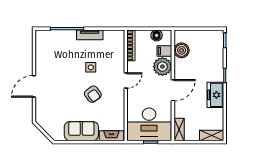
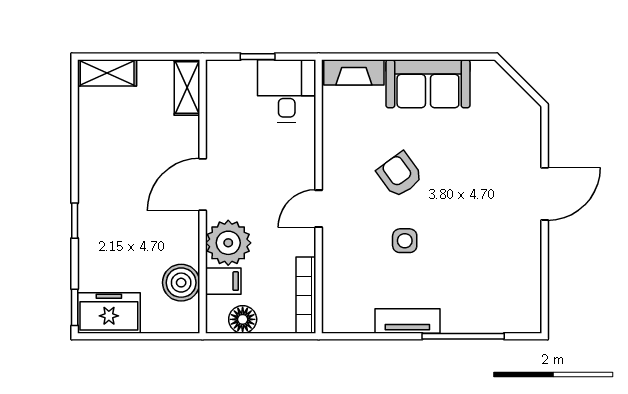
freezer: (215, 95) -> (109, 313), moved, turned -90
desk: (149, 124) -> (287, 91), width x0.53, depth x0.77

